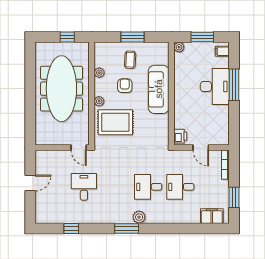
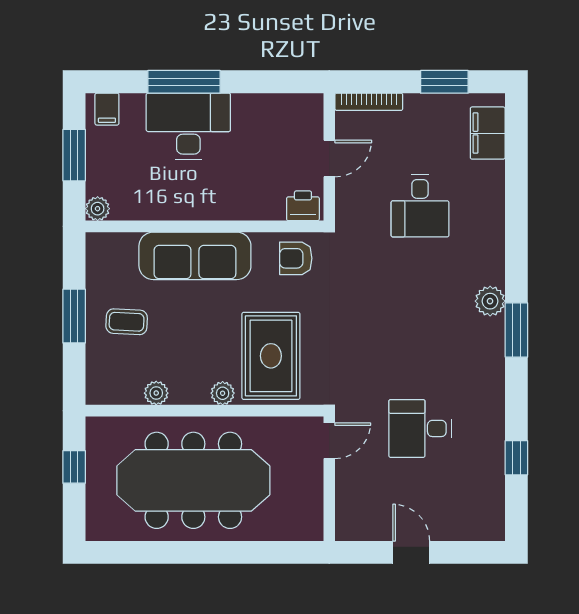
armchair: (125, 86) -> (296, 258), moved
desk: (148, 187) -> (420, 280), removed

